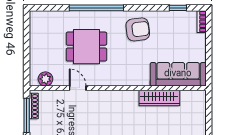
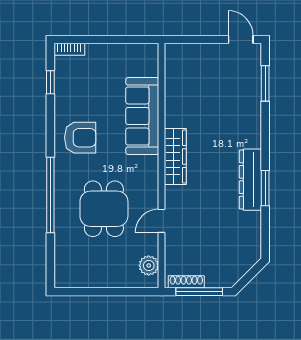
armchair: (138, 29) -> (80, 138), turned 97
sofa: (178, 74) -> (142, 116), moved
wardrobe: (159, 98) -> (175, 157), moved

